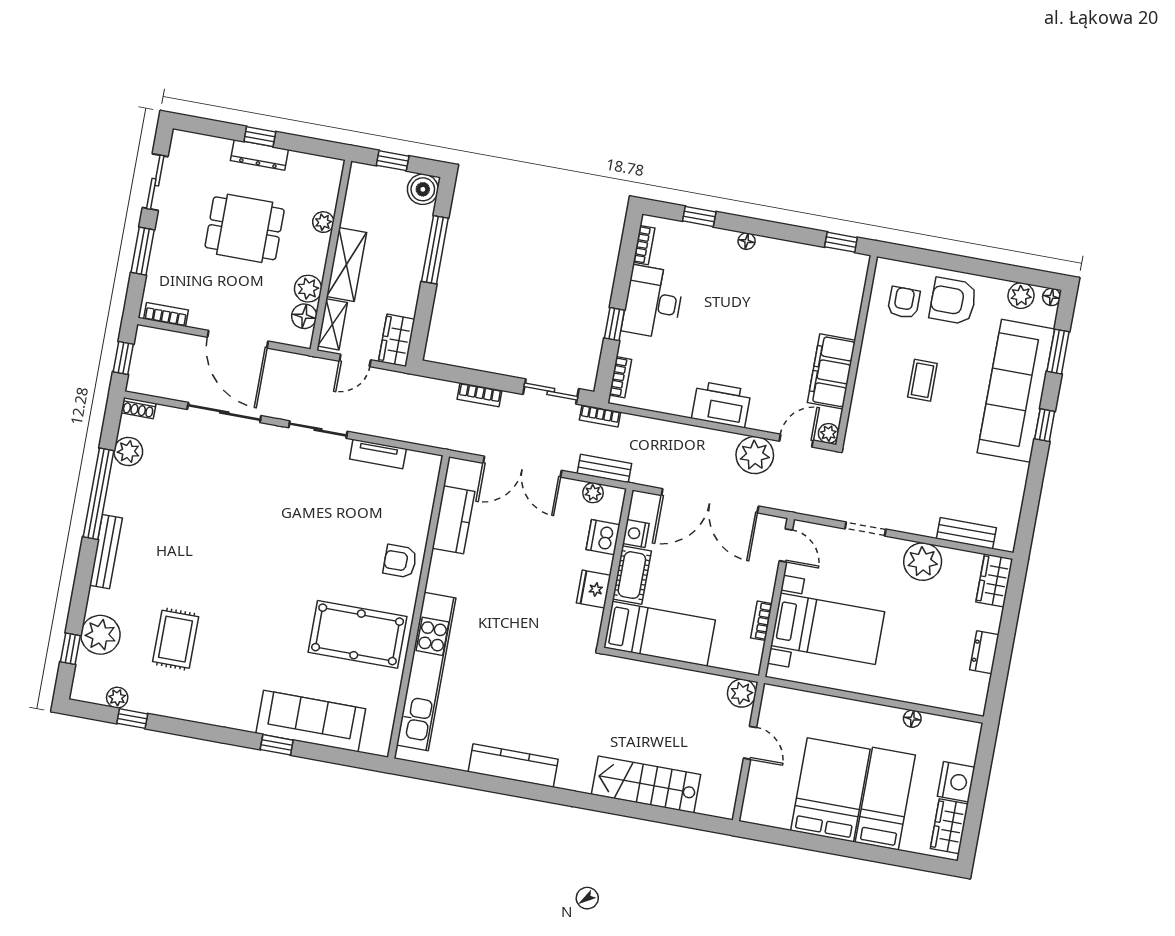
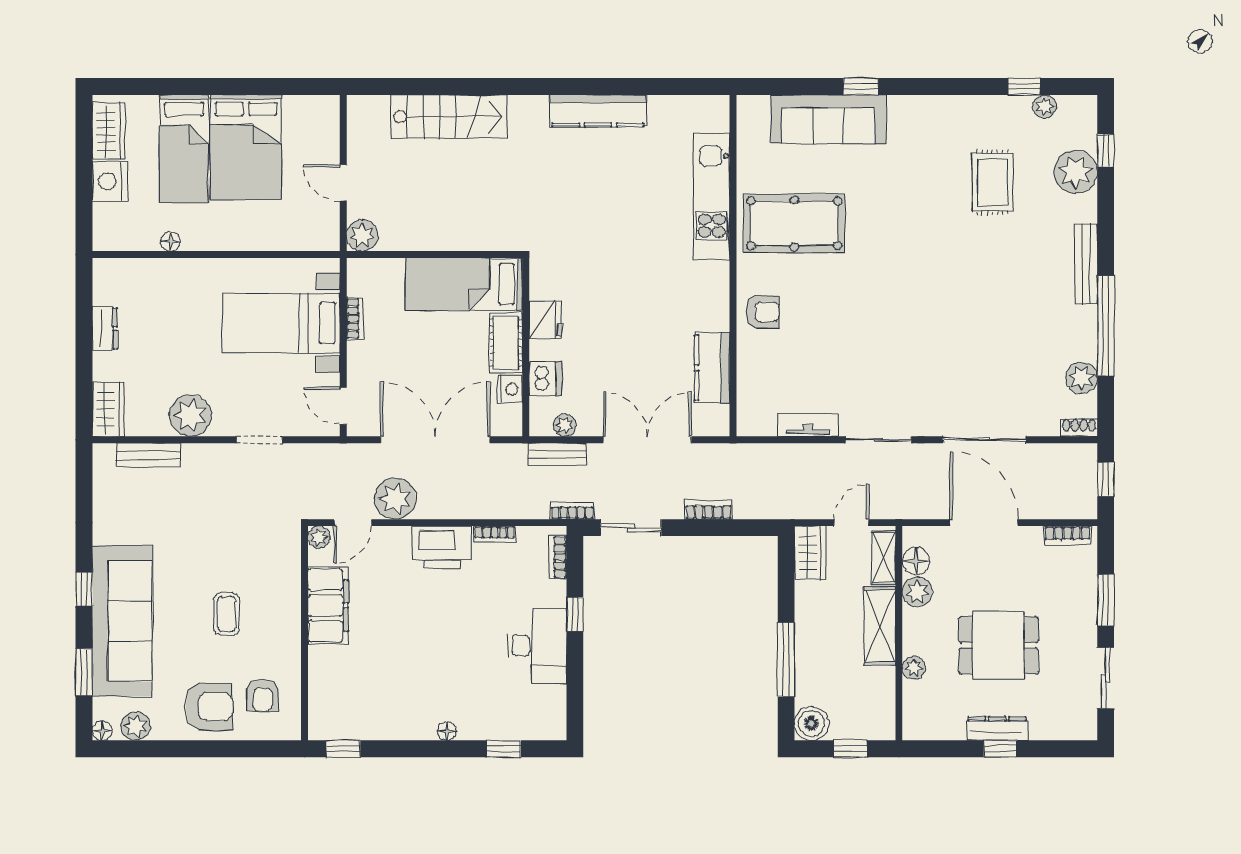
bookcase: (644, 245) -> (495, 534), moved, turned -90
kitchen unit: (426, 671) -> (712, 196), width x0.73

